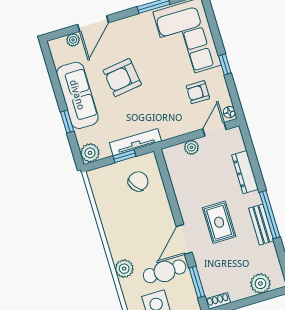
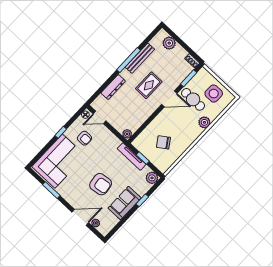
sofa: (77, 95) -> (125, 203), width x0.73
plant: (191, 147) -> (127, 134), moved
chair: (138, 181) -> (163, 142), moved
bench: (261, 225) -> (140, 58), width x1.36

